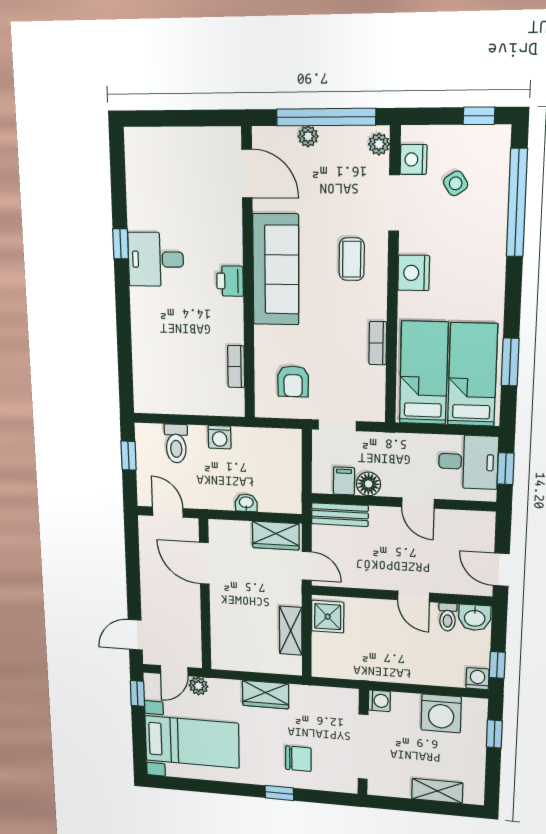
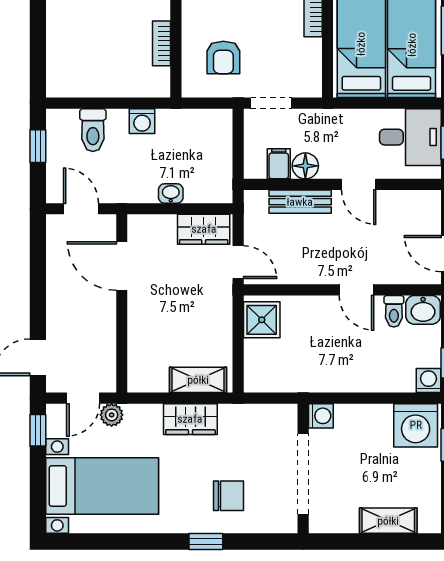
bench: (340, 515) -> (300, 202), moved
shelving: (291, 631) -> (198, 380), moved, turned 90
washing machine: (441, 713) -> (416, 425), moved

